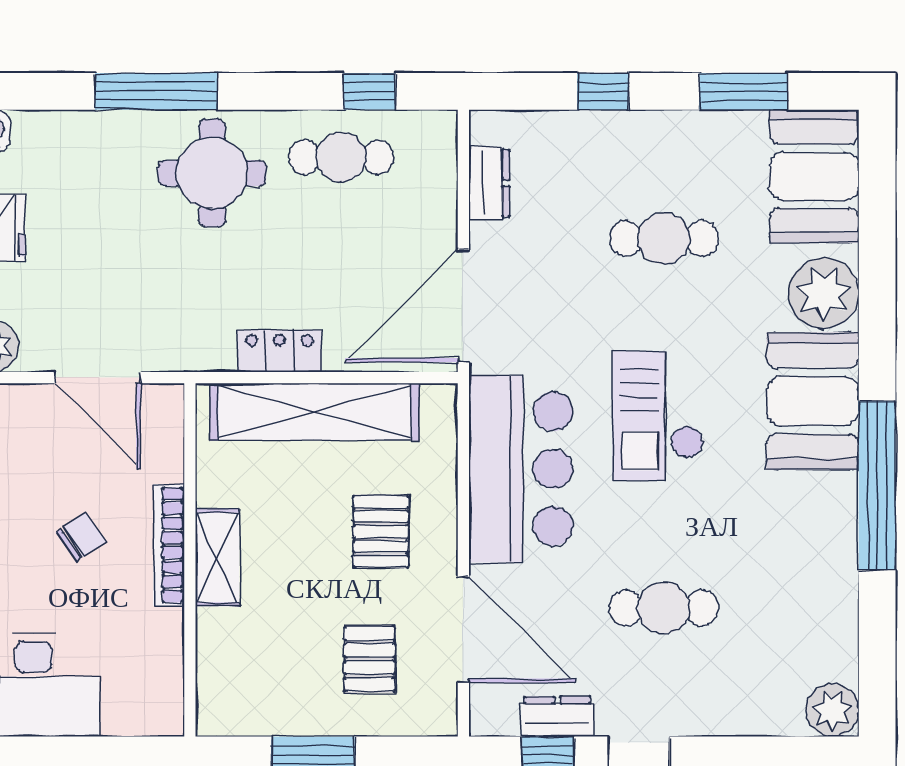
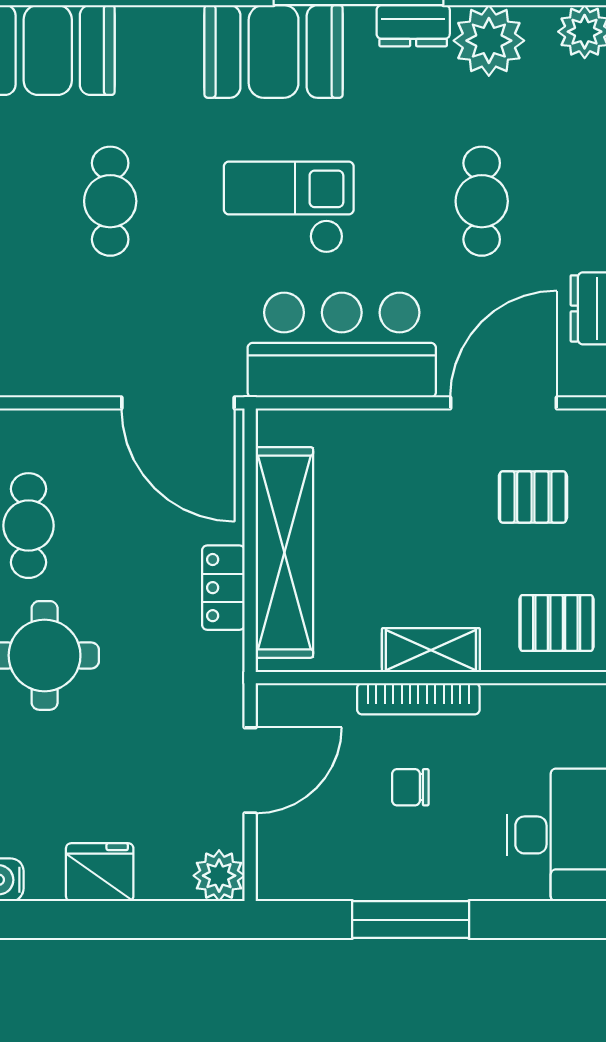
dresser: (489, 183) -> (413, 26), moved, turned 180
plant: (824, 293) -> (489, 41), moved
checkout: (658, 416) -> (289, 207), turned 180
pallet: (381, 532) -> (557, 623), moved
chair: (81, 537) -> (410, 787), turned -56

